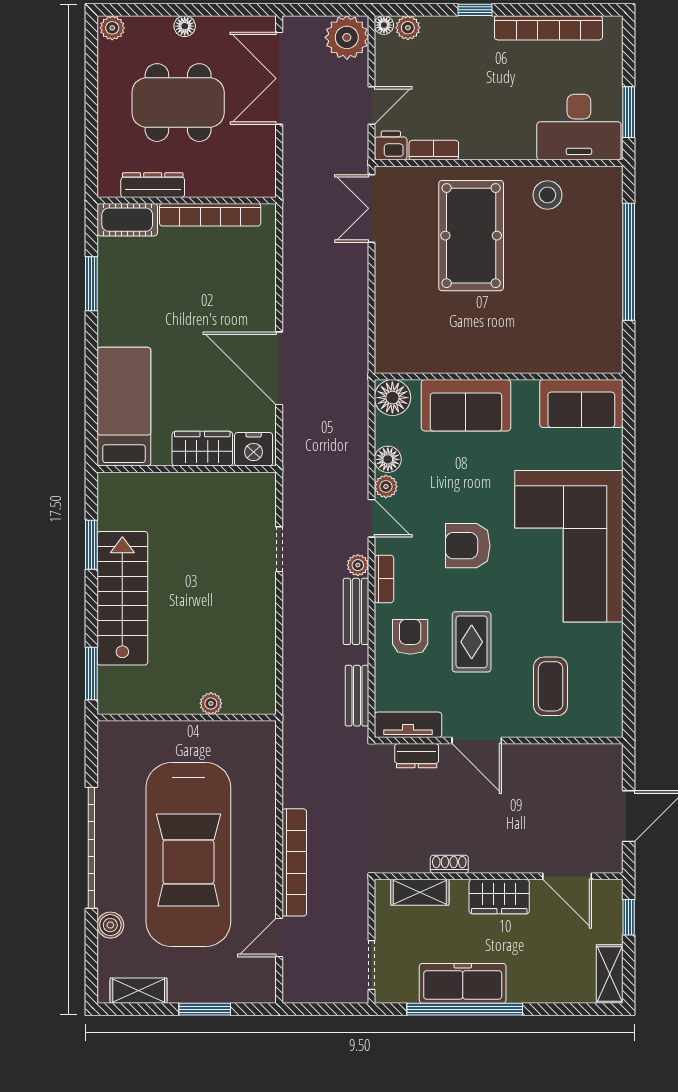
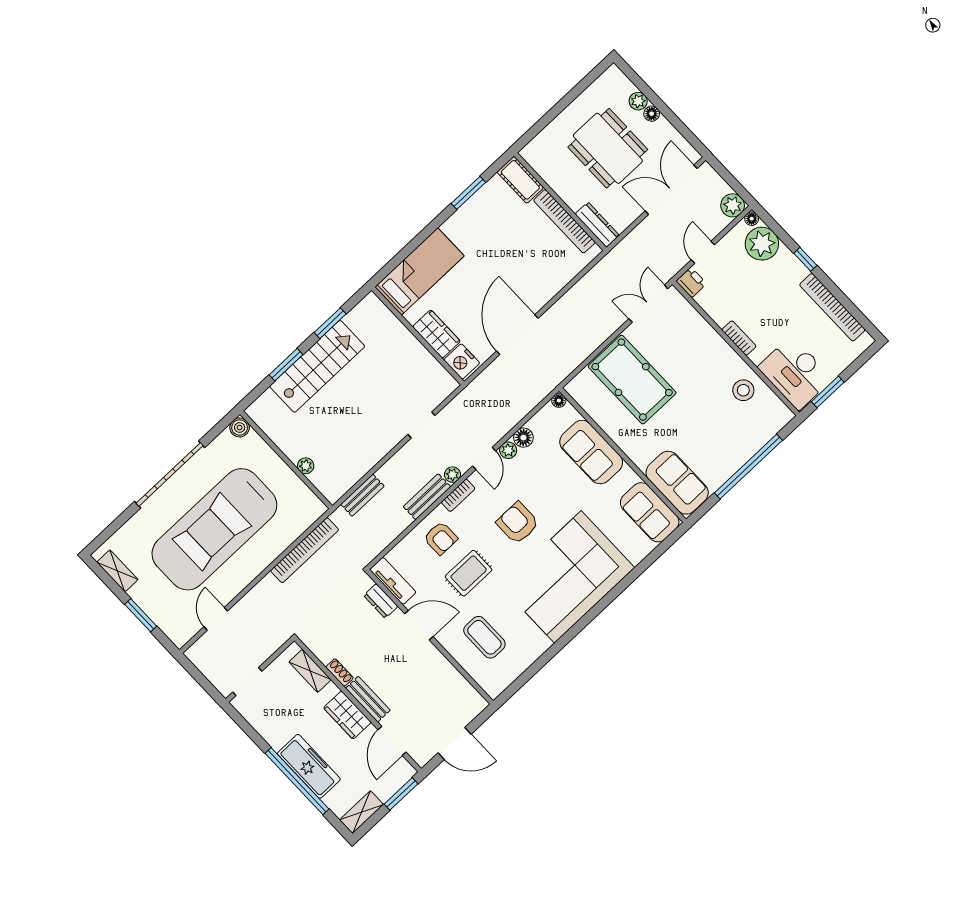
plant: (112, 28) -> (638, 101), moved
plant: (408, 28) -> (762, 244), width x1.88, depth x1.88
plant: (347, 37) -> (733, 205), width x0.73, depth x0.73
door: (372, 105) -> (703, 252), swing flipped
bookcase: (434, 150) -> (739, 338), moved
dresser: (153, 185) -> (597, 225), moved
pool table: (471, 236) -> (632, 380), moved, turned 90
sofa: (578, 348) -> (677, 483), added
floor lamp: (392, 398) -> (559, 401), width x0.53, depth x0.53
armchair: (410, 637) -> (441, 538), turned 90
window: (91, 674) -> (286, 365), moved
coffee table: (551, 686) -> (484, 637), turned 90
bench: (357, 696) -> (362, 495), moved
door: (477, 741) -> (419, 625), swing flipped
bench: (503, 861) -> (368, 699), added
bookcase: (294, 862) -> (305, 550), moved
window: (629, 917) -> (401, 794), width x1.50
boiler: (110, 925) -> (240, 428), moved
door: (279, 937) -> (216, 619), hinge flipped
freezer: (463, 983) -> (309, 766), moved
window: (465, 1009) -> (297, 781), moved

